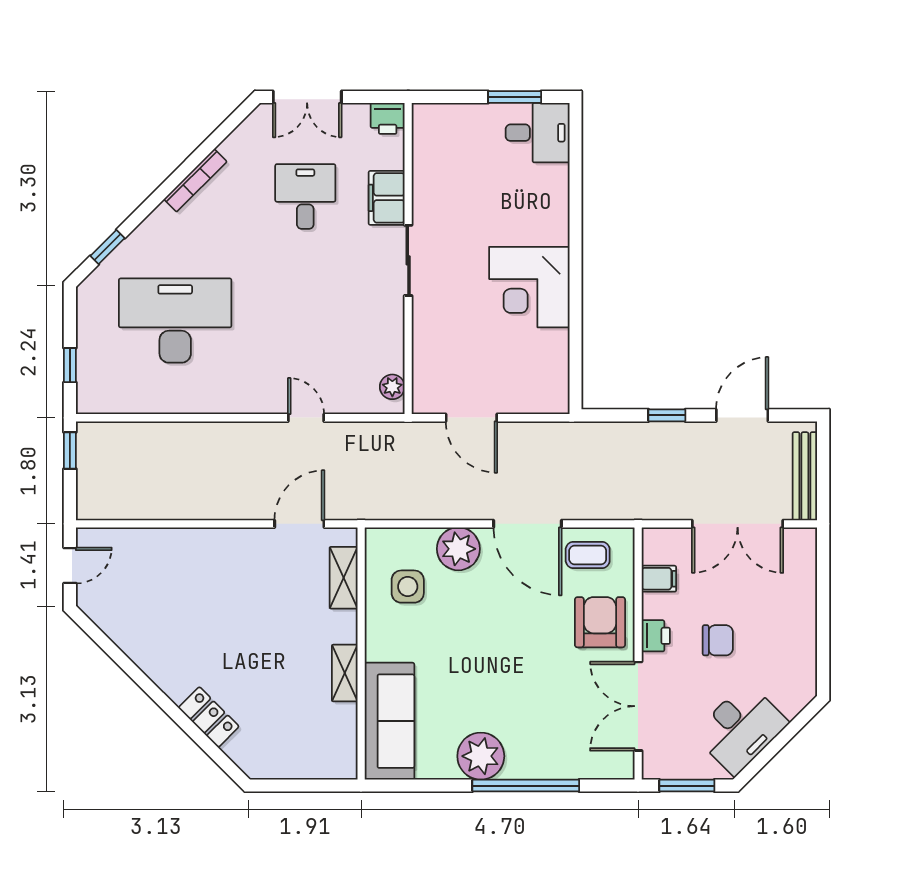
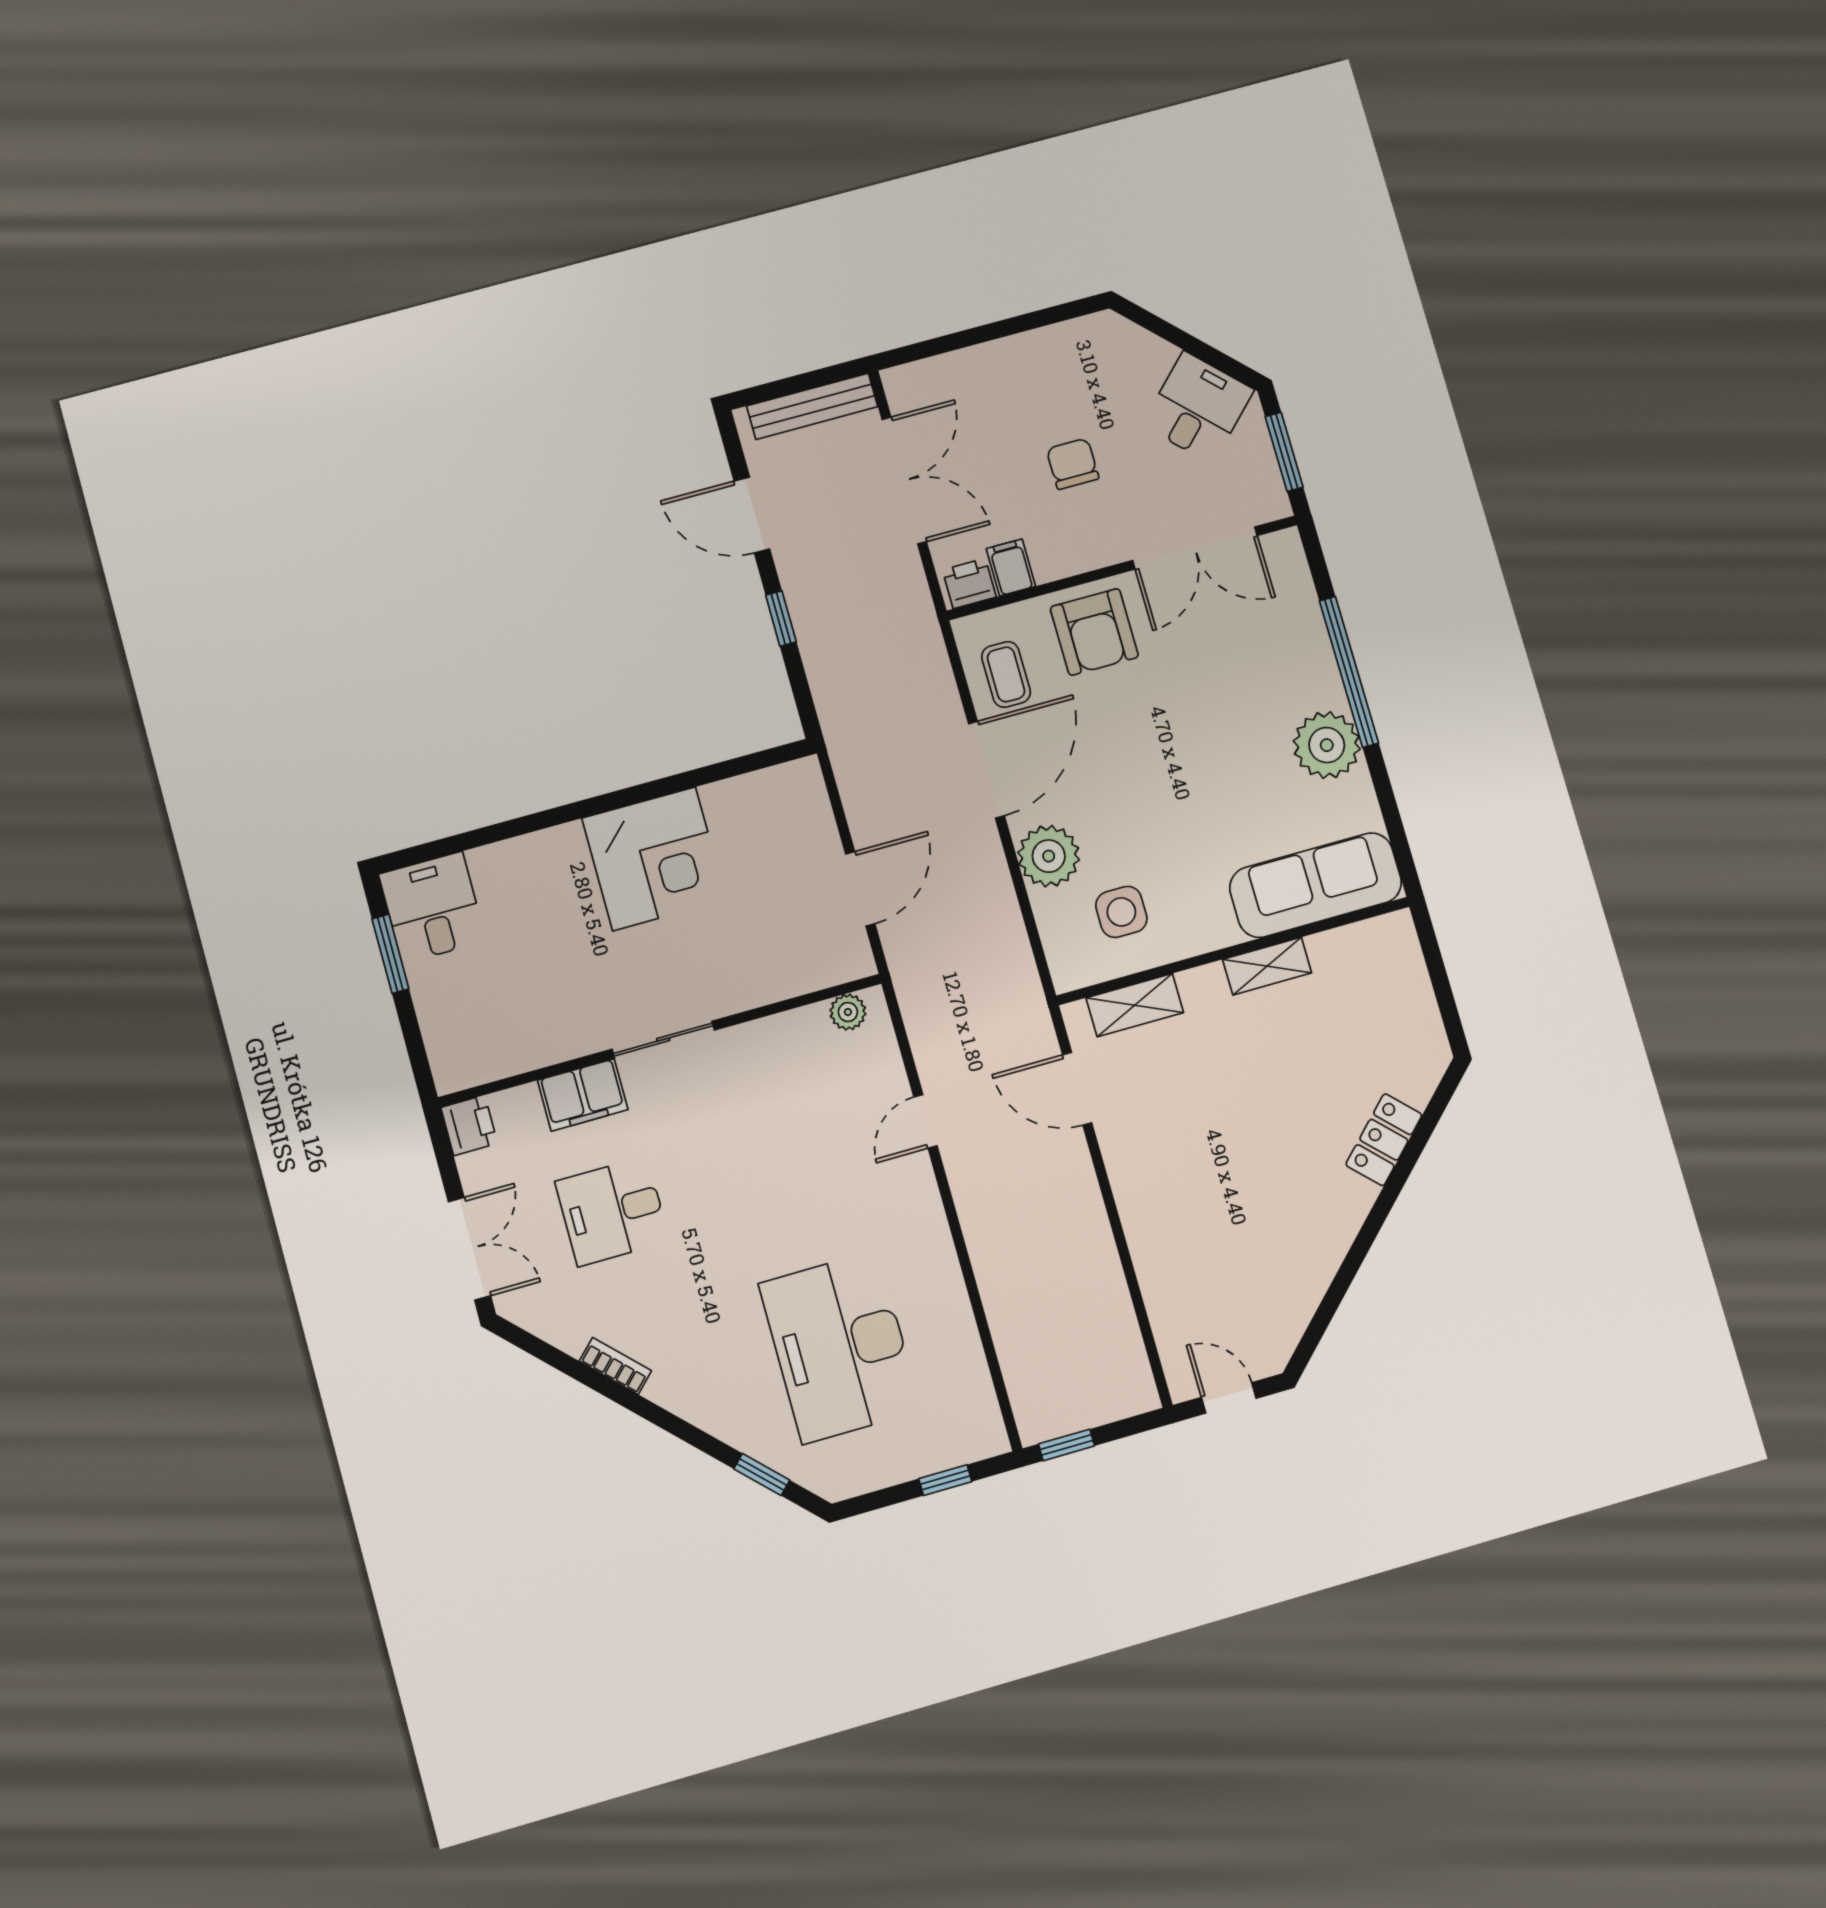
bookcase: (195, 180) -> (615, 1366), width x0.64
armchair: (600, 622) -> (1094, 632), turned -90
printer: (656, 636) -> (969, 583), moved
desk: (741, 728) -> (1198, 407), width x0.73

